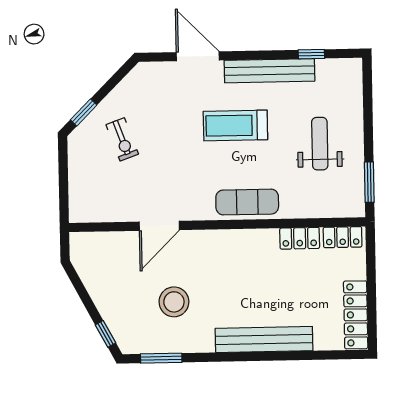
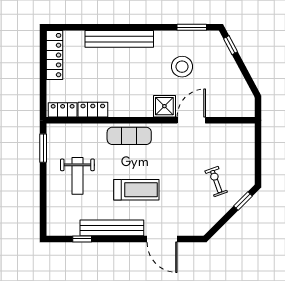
shower: (198, 245) -> (164, 106), added

